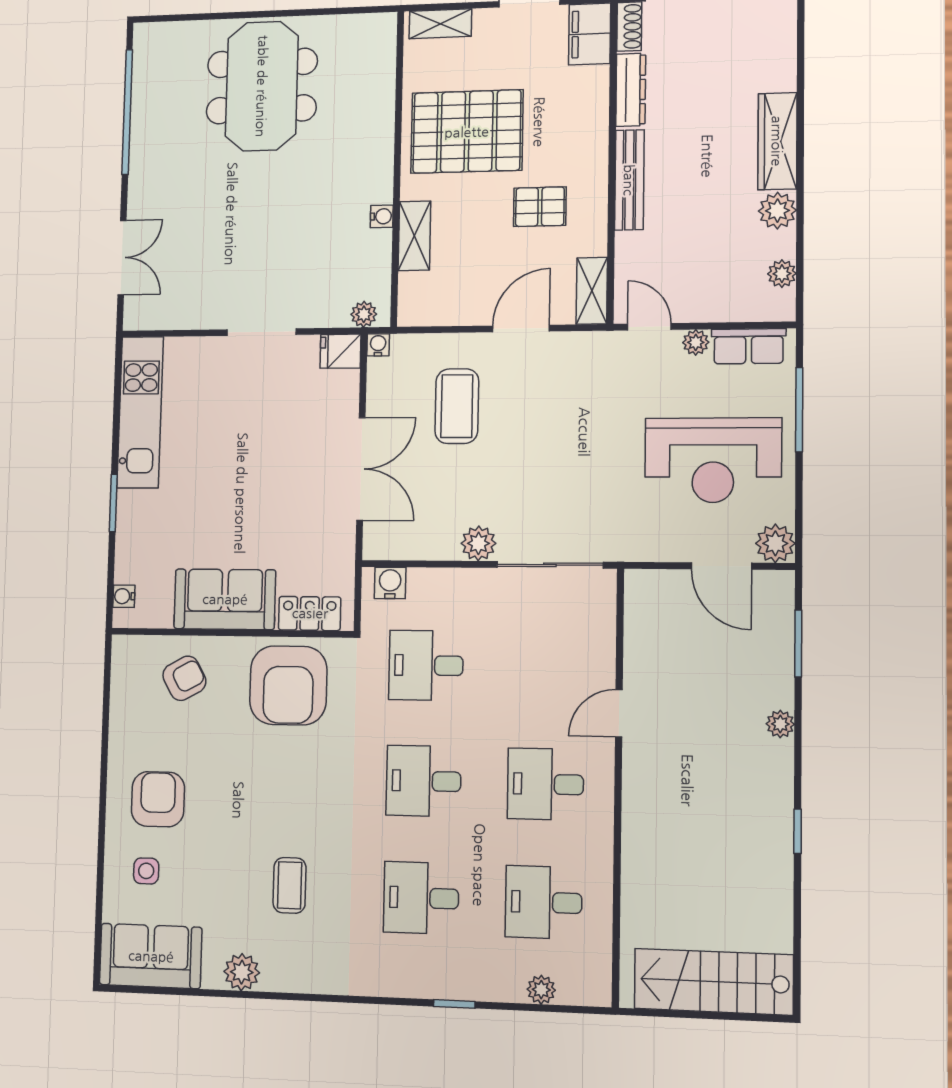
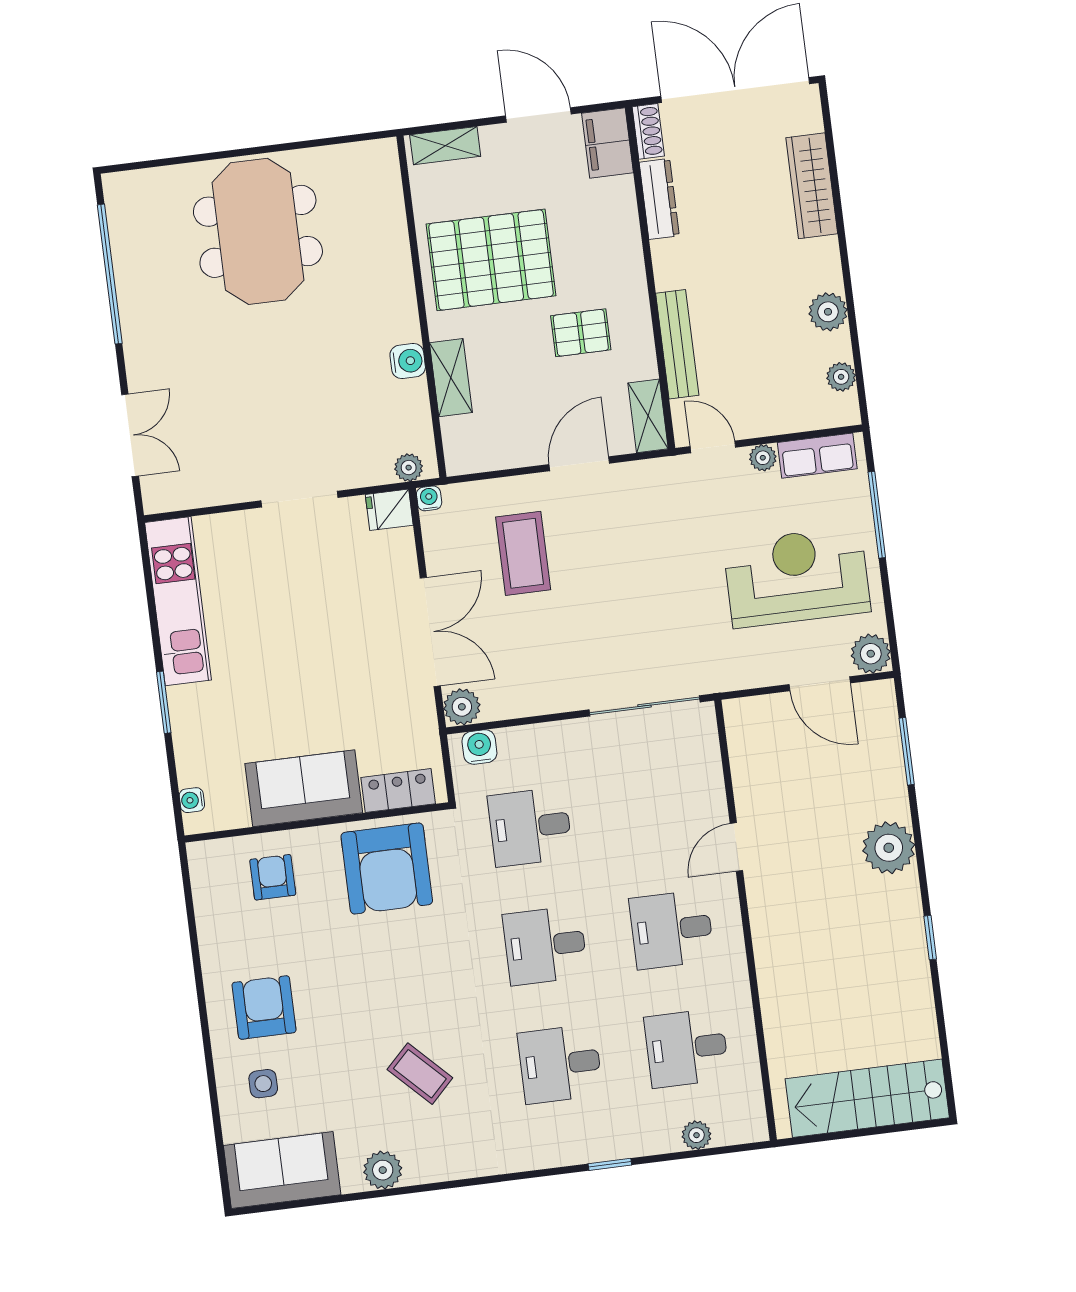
wardrobe: (777, 141) -> (812, 186), moved
bench: (629, 180) -> (677, 344), moved
water cooler: (382, 216) -> (408, 361), width x1.38, depth x1.38
reception desk: (713, 460) -> (797, 577), turned 180
plant: (479, 543) -> (462, 707), moved
armchair: (184, 678) -> (273, 877), turned -61
plant: (780, 724) -> (889, 848), width x1.88, depth x1.88
coffee table: (290, 885) -> (420, 1074), turned -45

